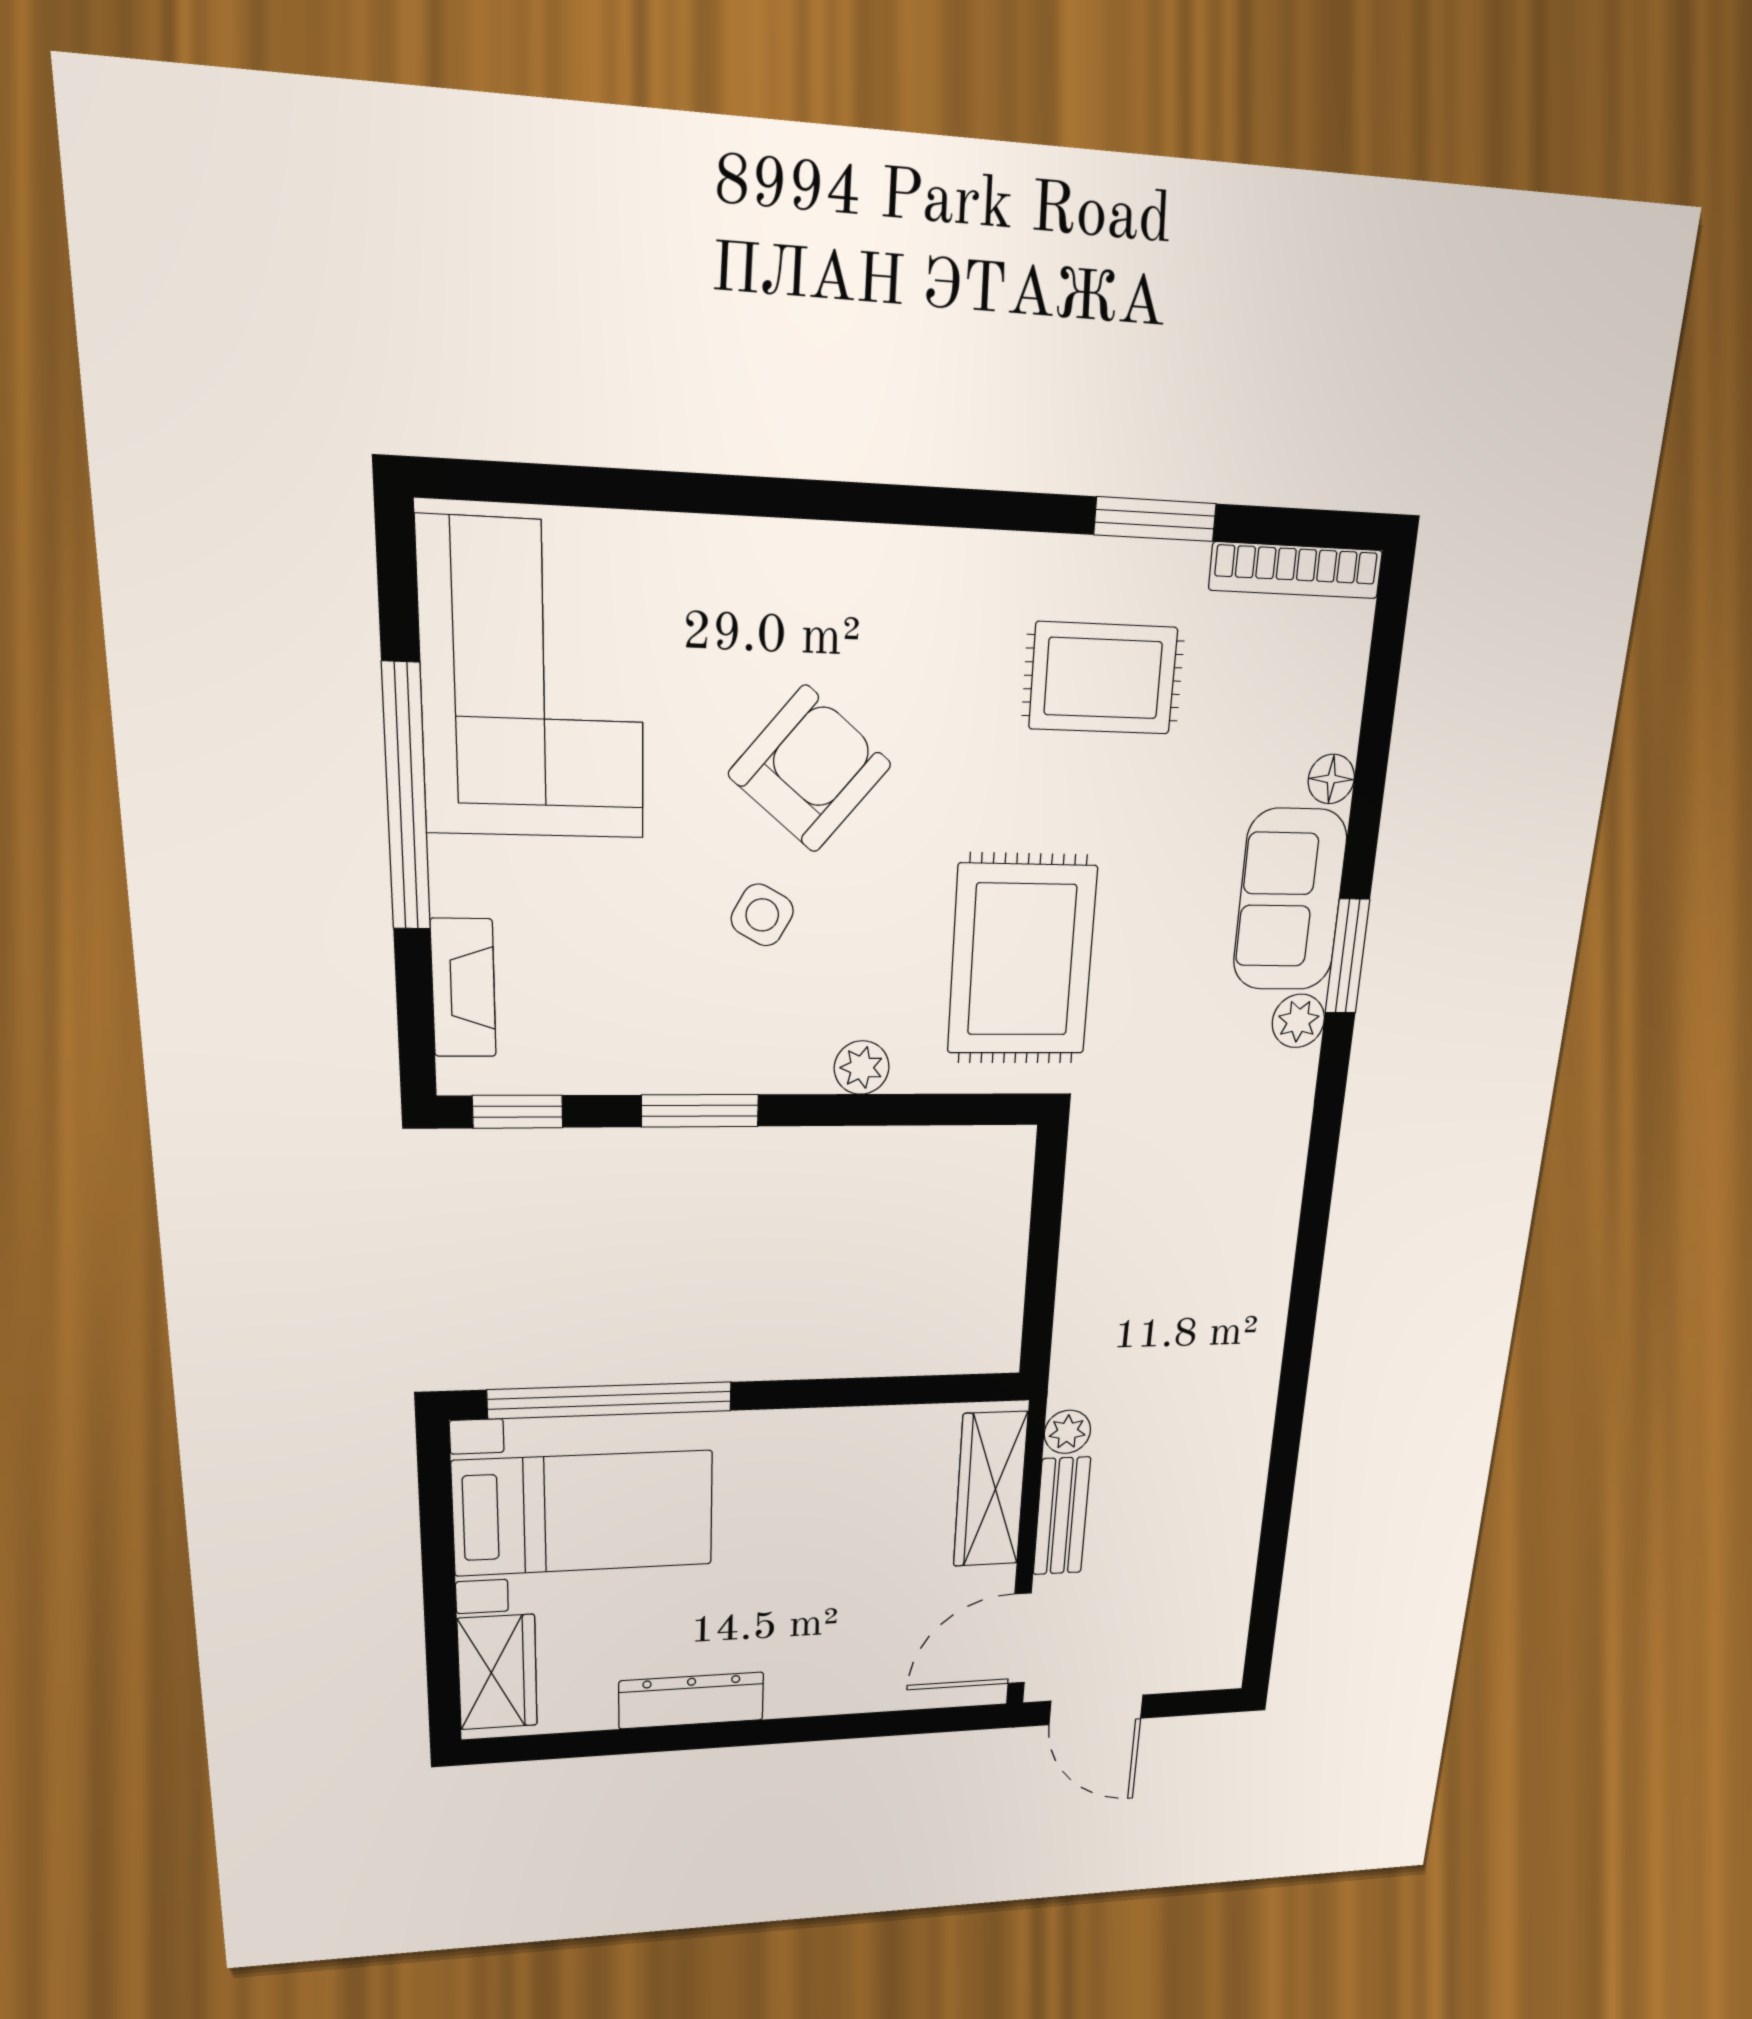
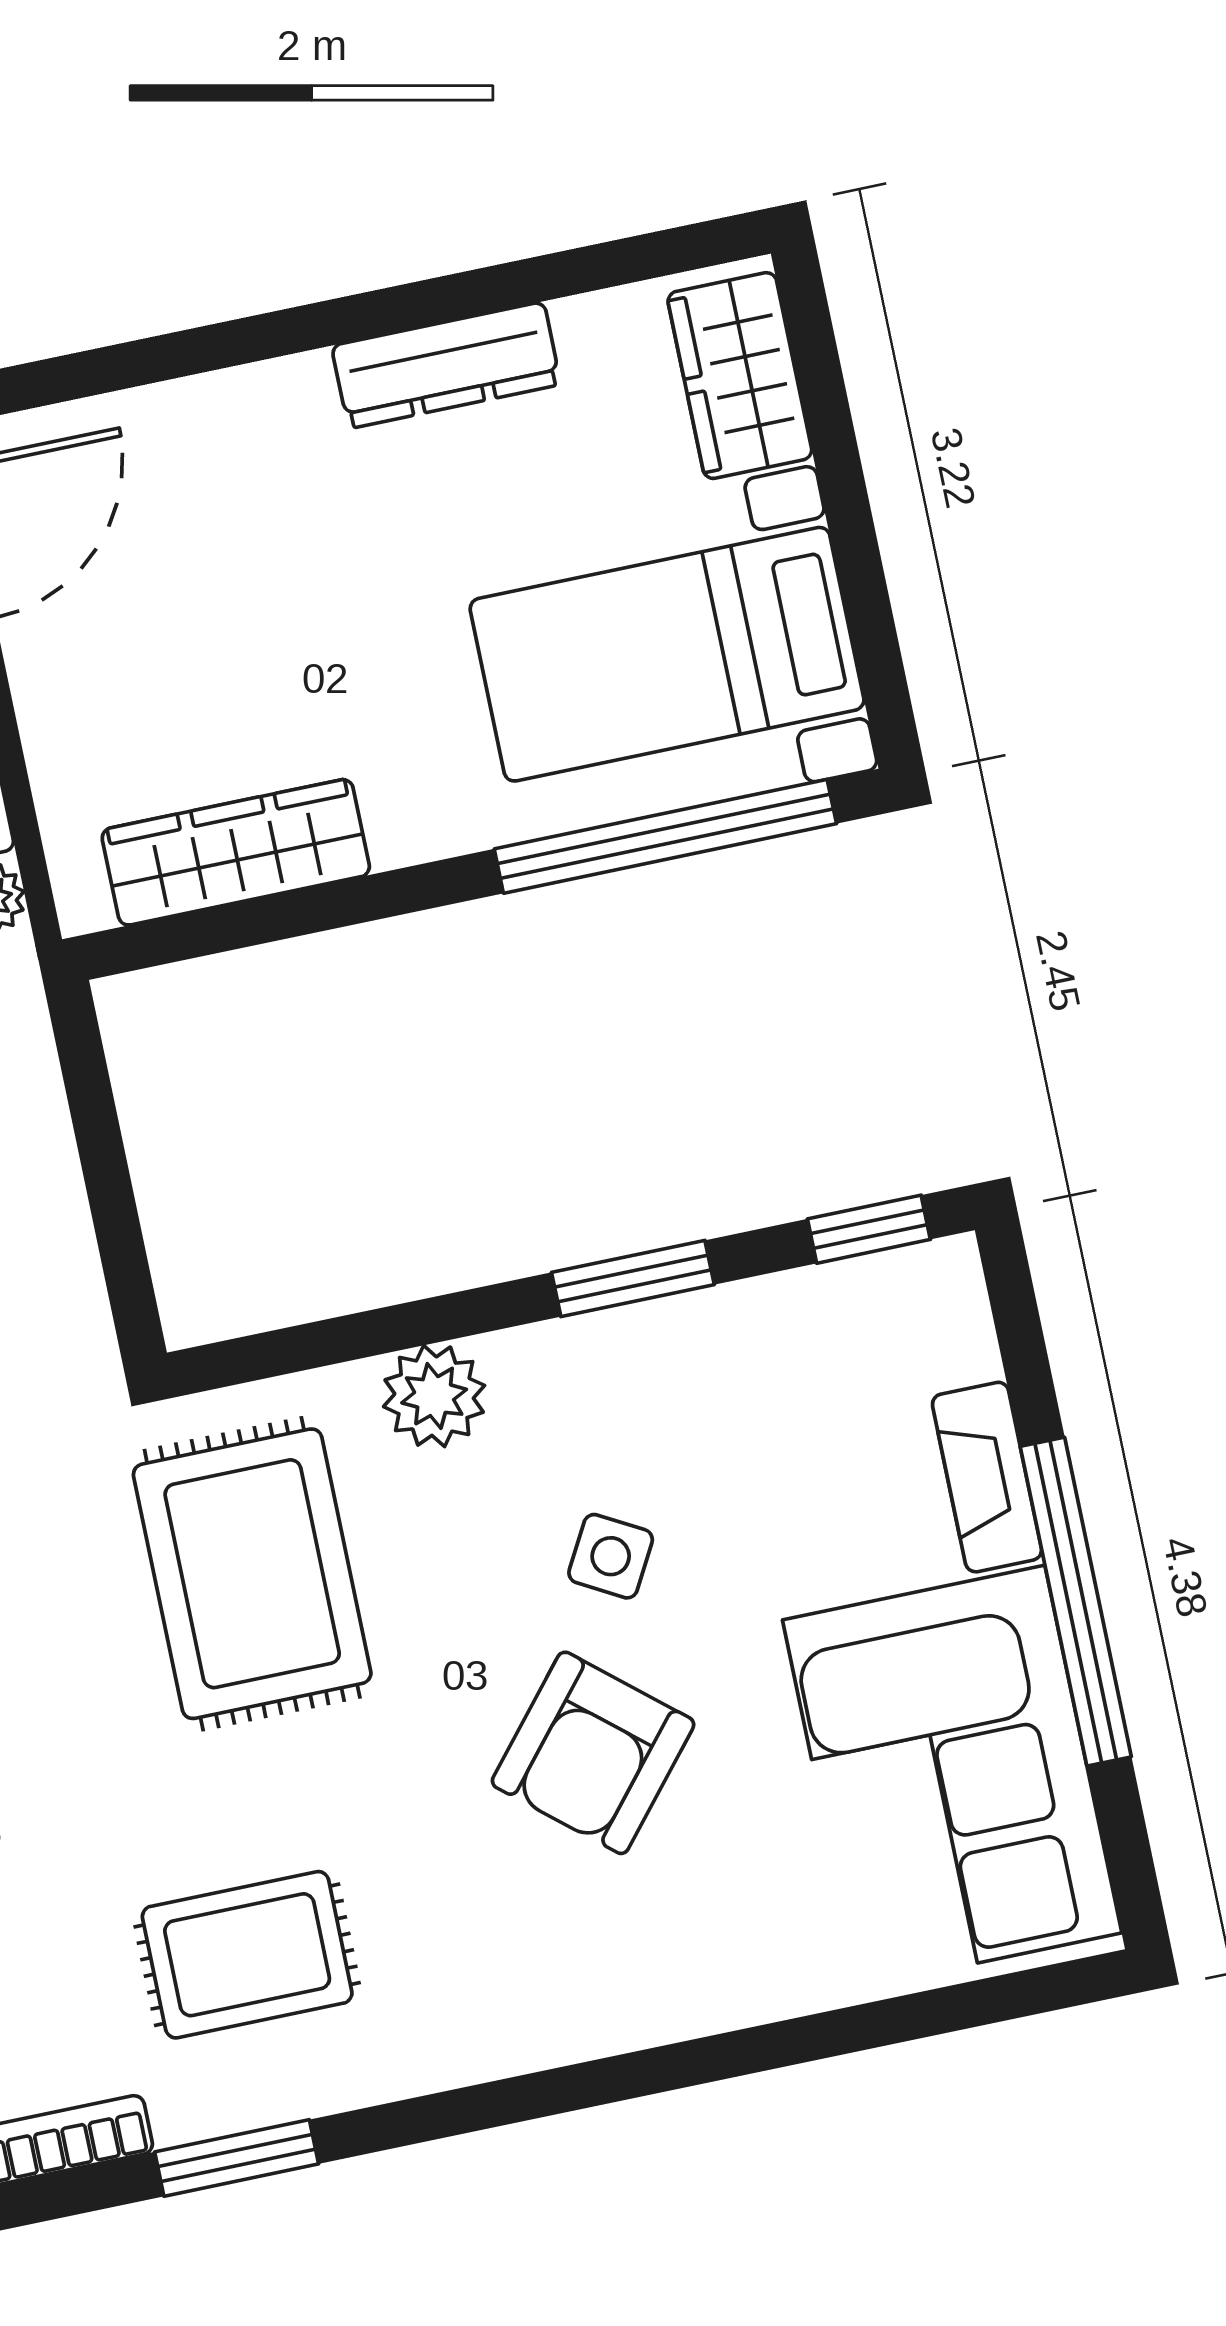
fireplace: (463, 988) -> (987, 1477), moved
plant: (862, 1068) -> (434, 1396), width x1.38, depth x1.38
wardrobe: (990, 1489) -> (236, 852), moved, turned -90

